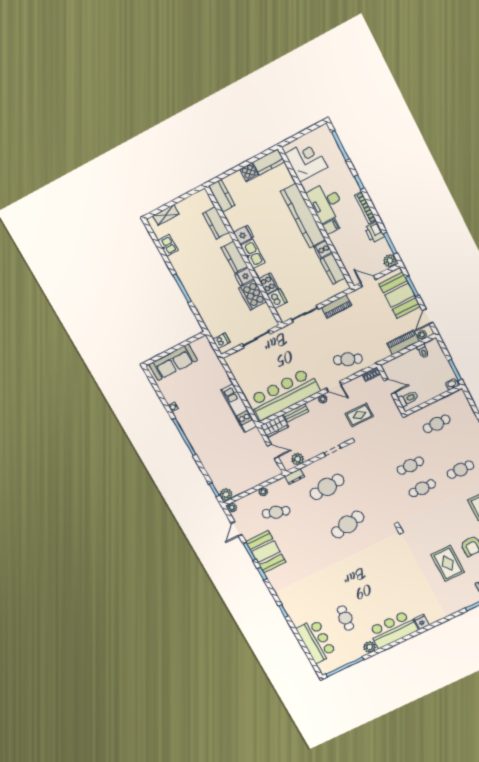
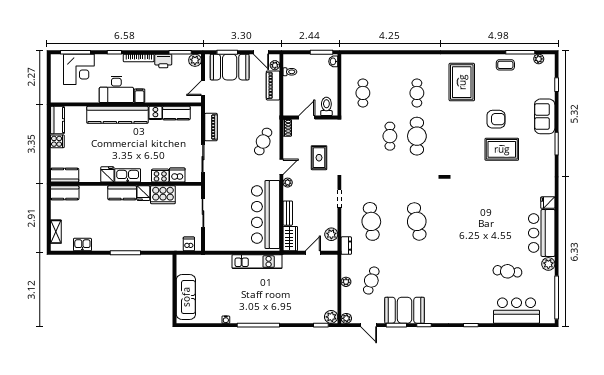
corner desk: (306, 160) -> (79, 69), moved, turned 180
kitchen counter: (216, 223) -> (65, 193), moved
cafe table: (422, 488) -> (417, 136), width x1.37, depth x1.35

